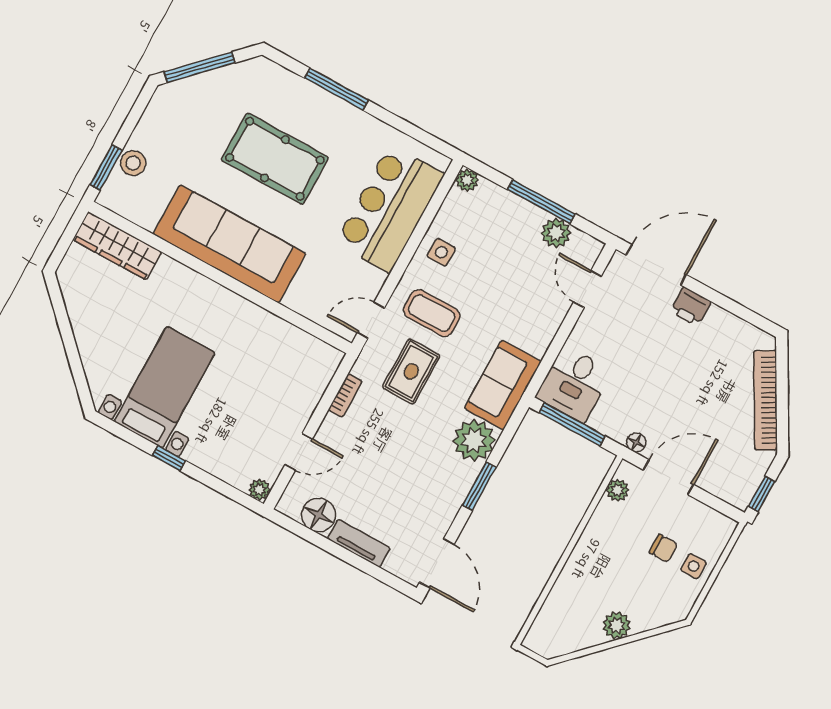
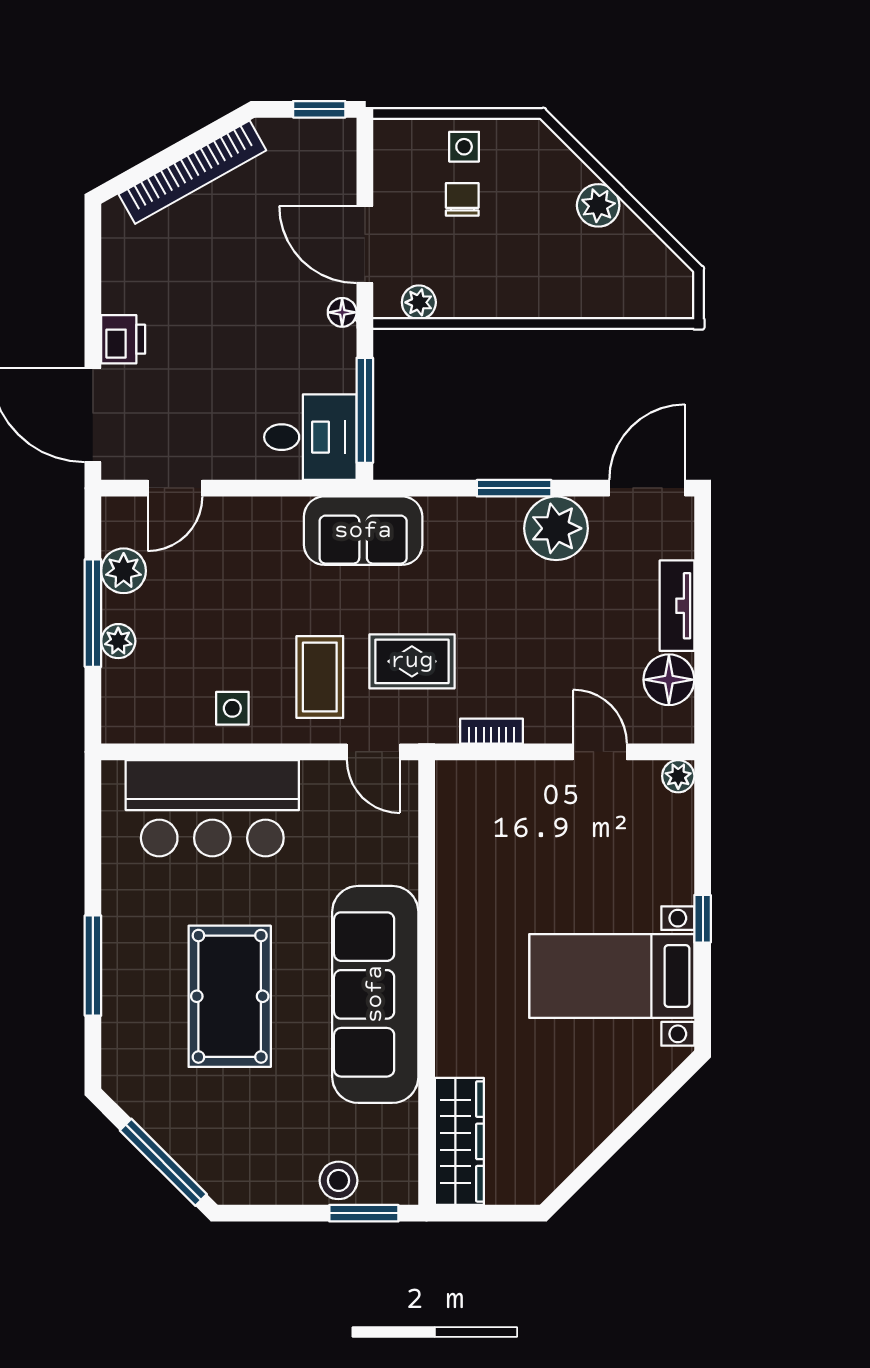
plant: (467, 180) -> (118, 641), moved
plant: (474, 440) -> (556, 528), moved

